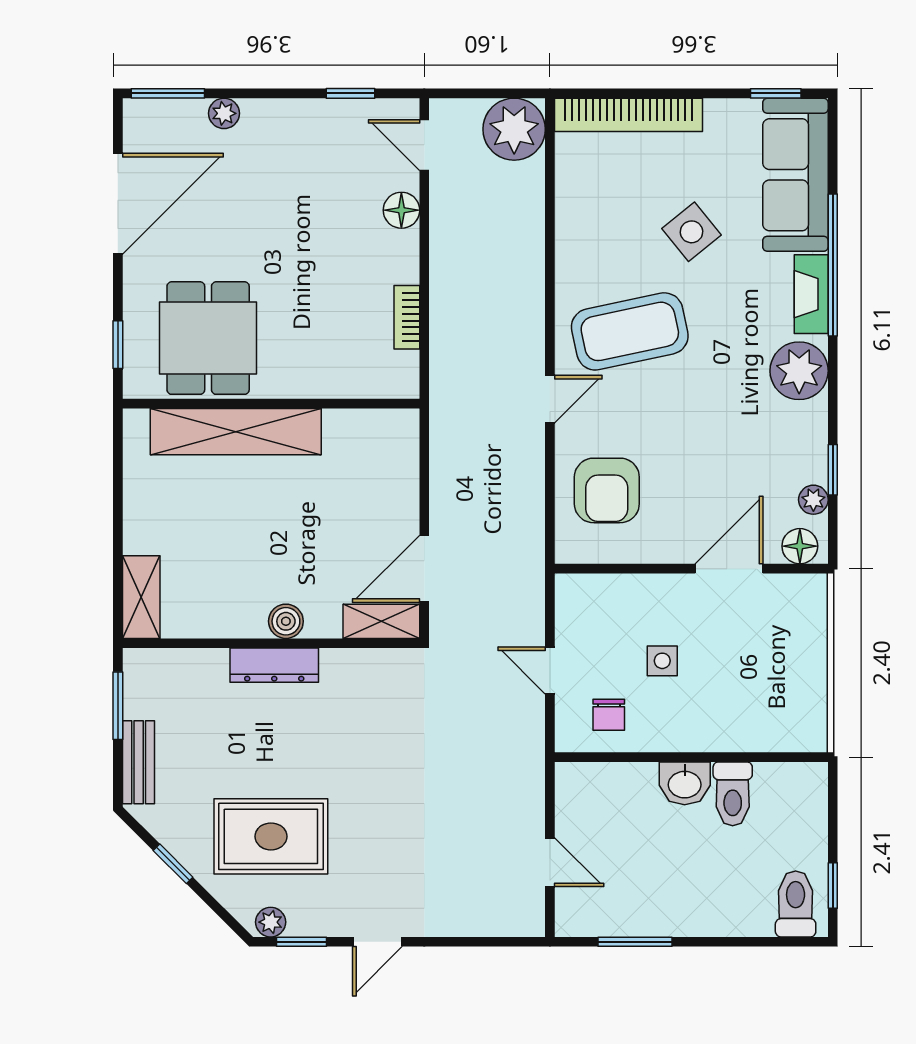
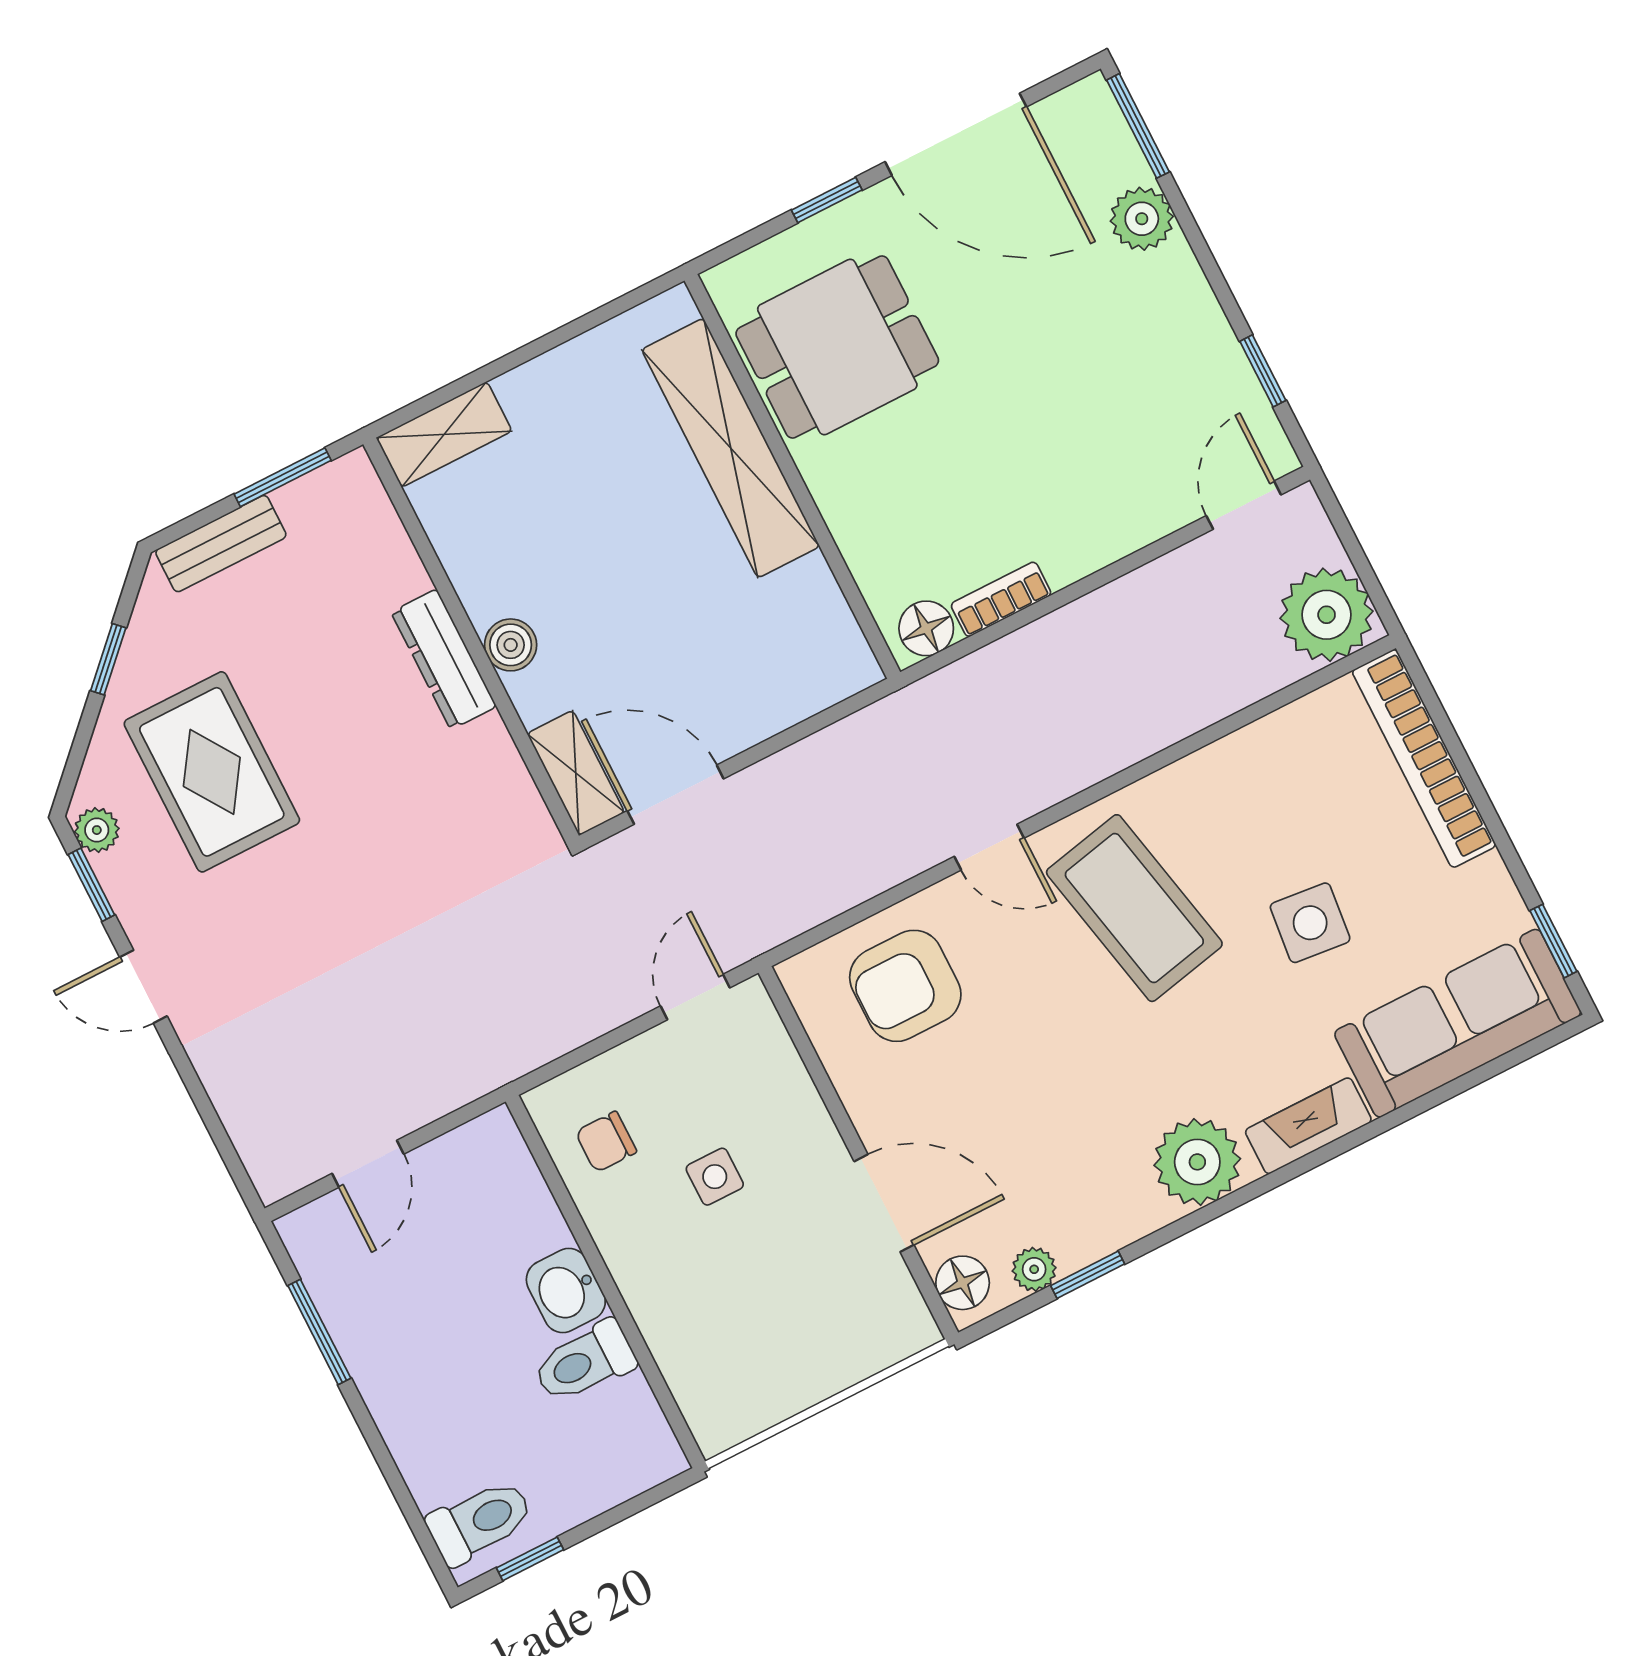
plant: (224, 113) -> (1142, 219), width x1.38, depth x1.38
floor lamp: (401, 210) -> (926, 628), moved
side table: (691, 232) -> (1310, 923), turned 45
window: (833, 265) -> (1362, 1135), removed
window: (118, 345) -> (827, 200), moved
door: (550, 671) -> (695, 997), moved

